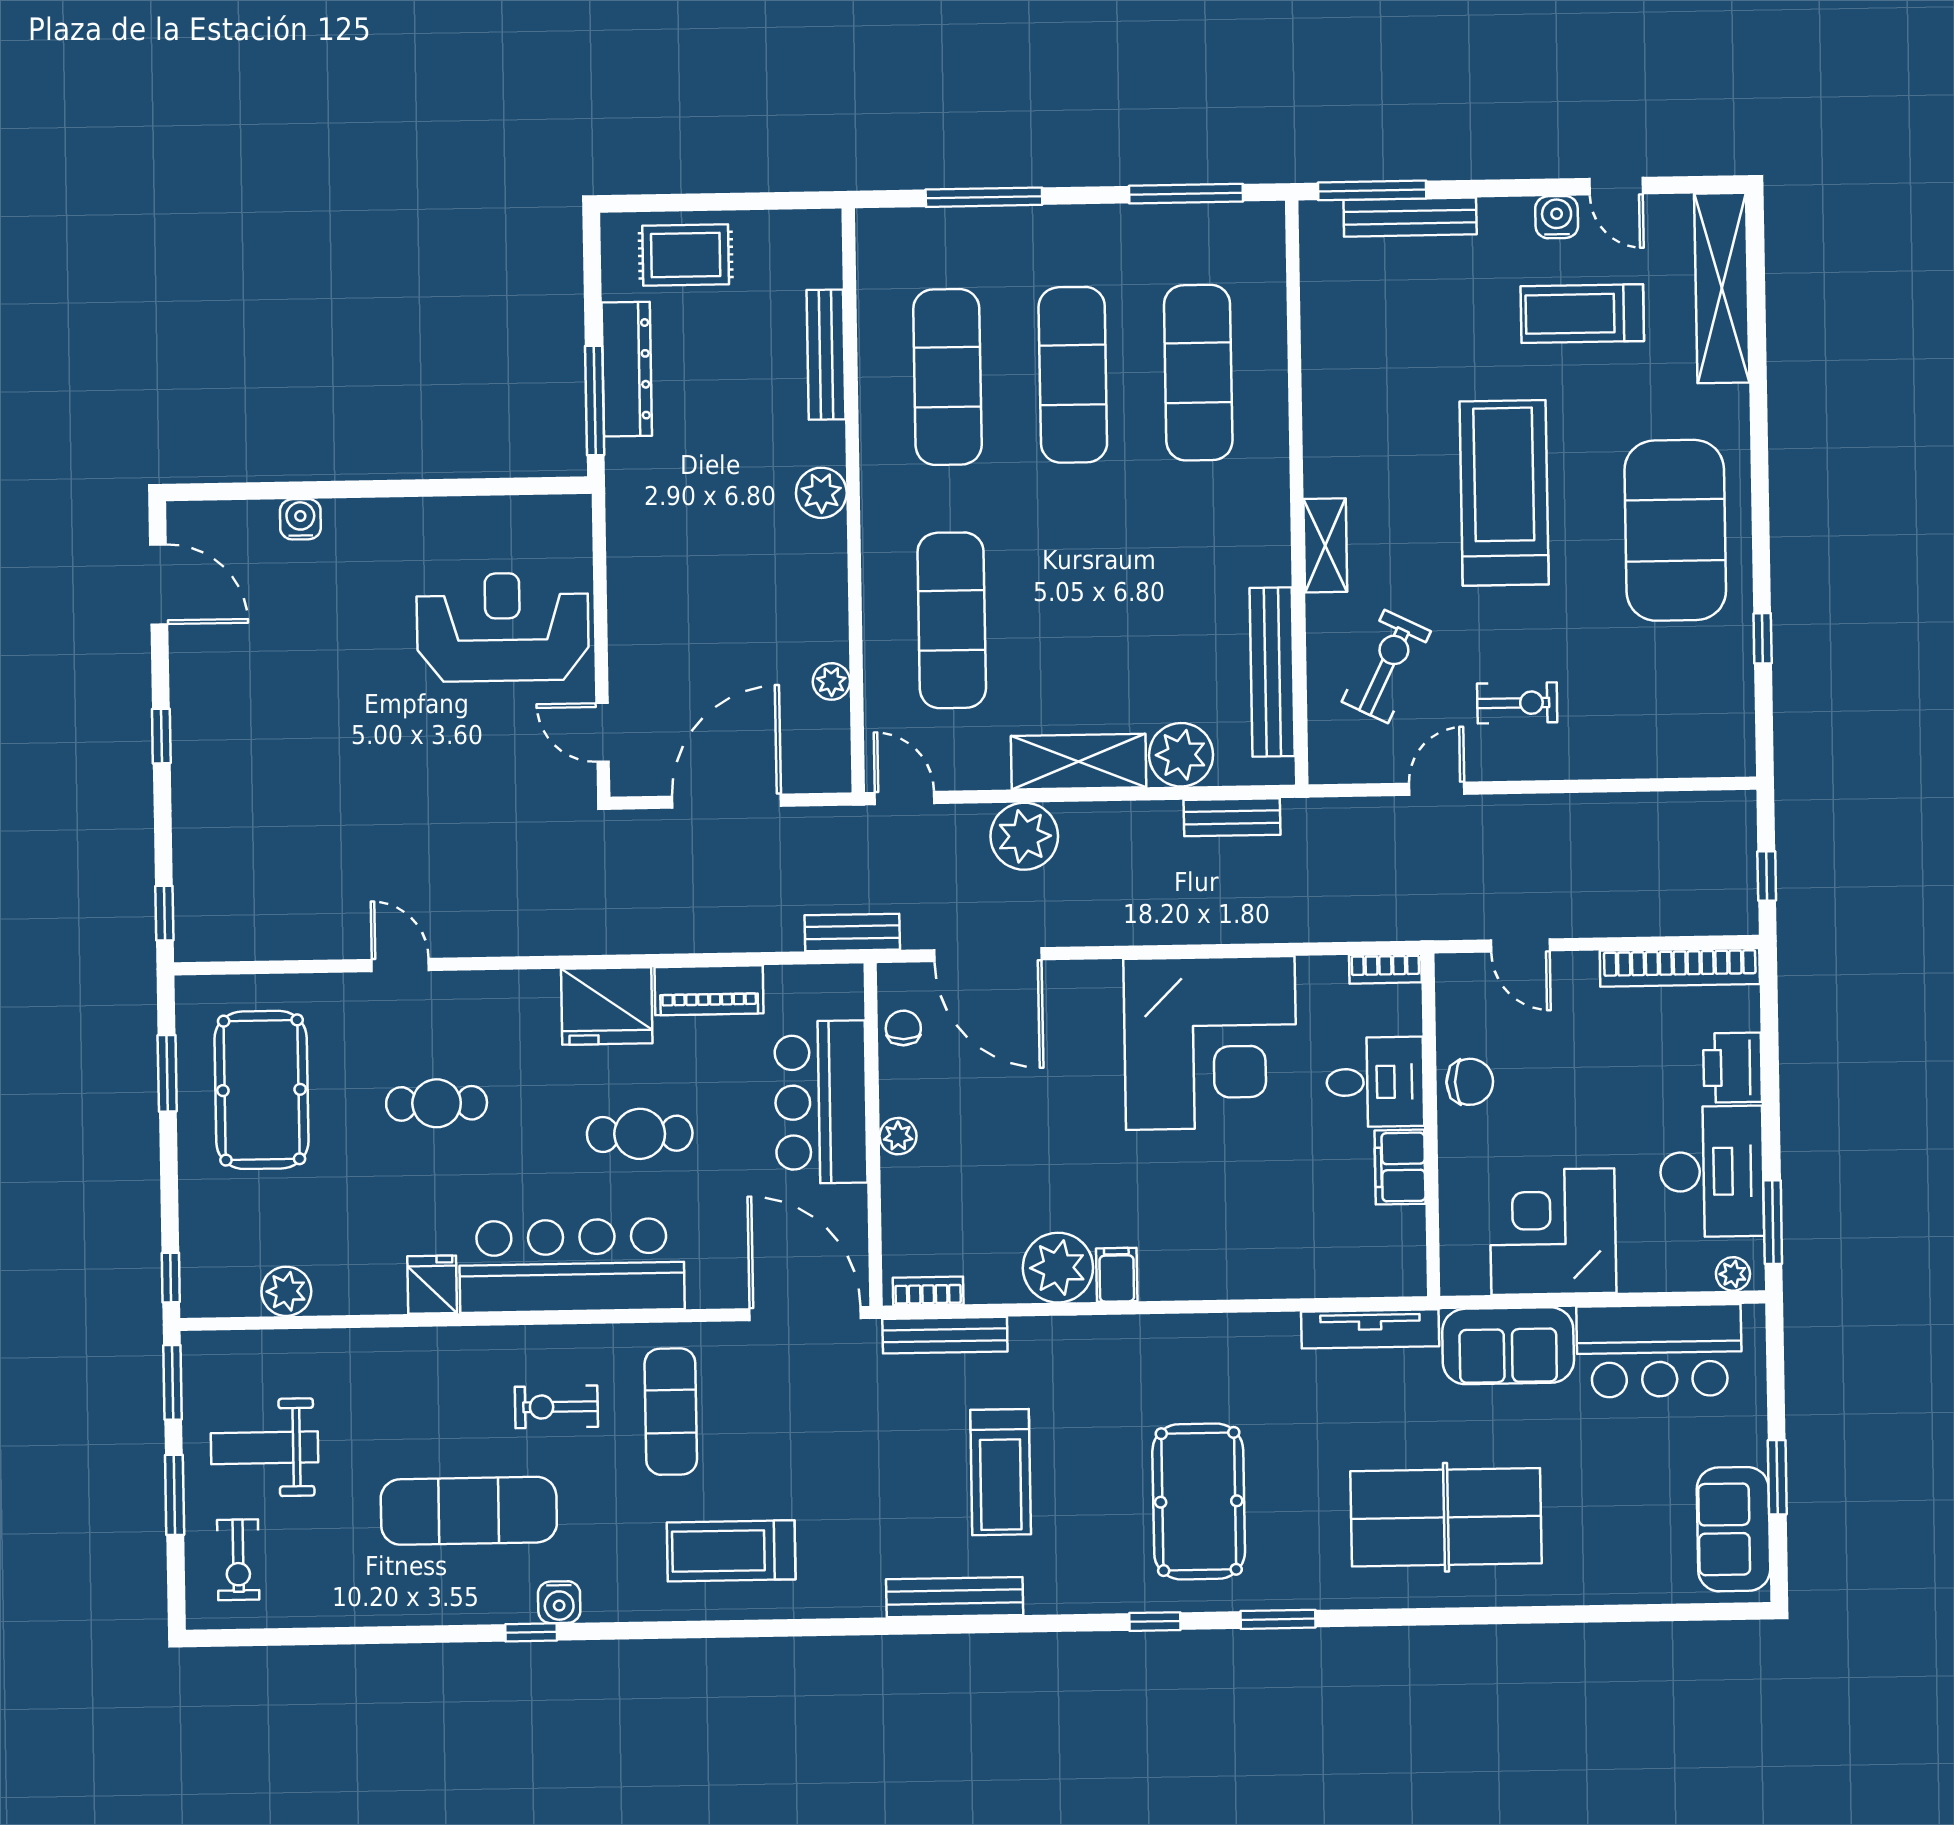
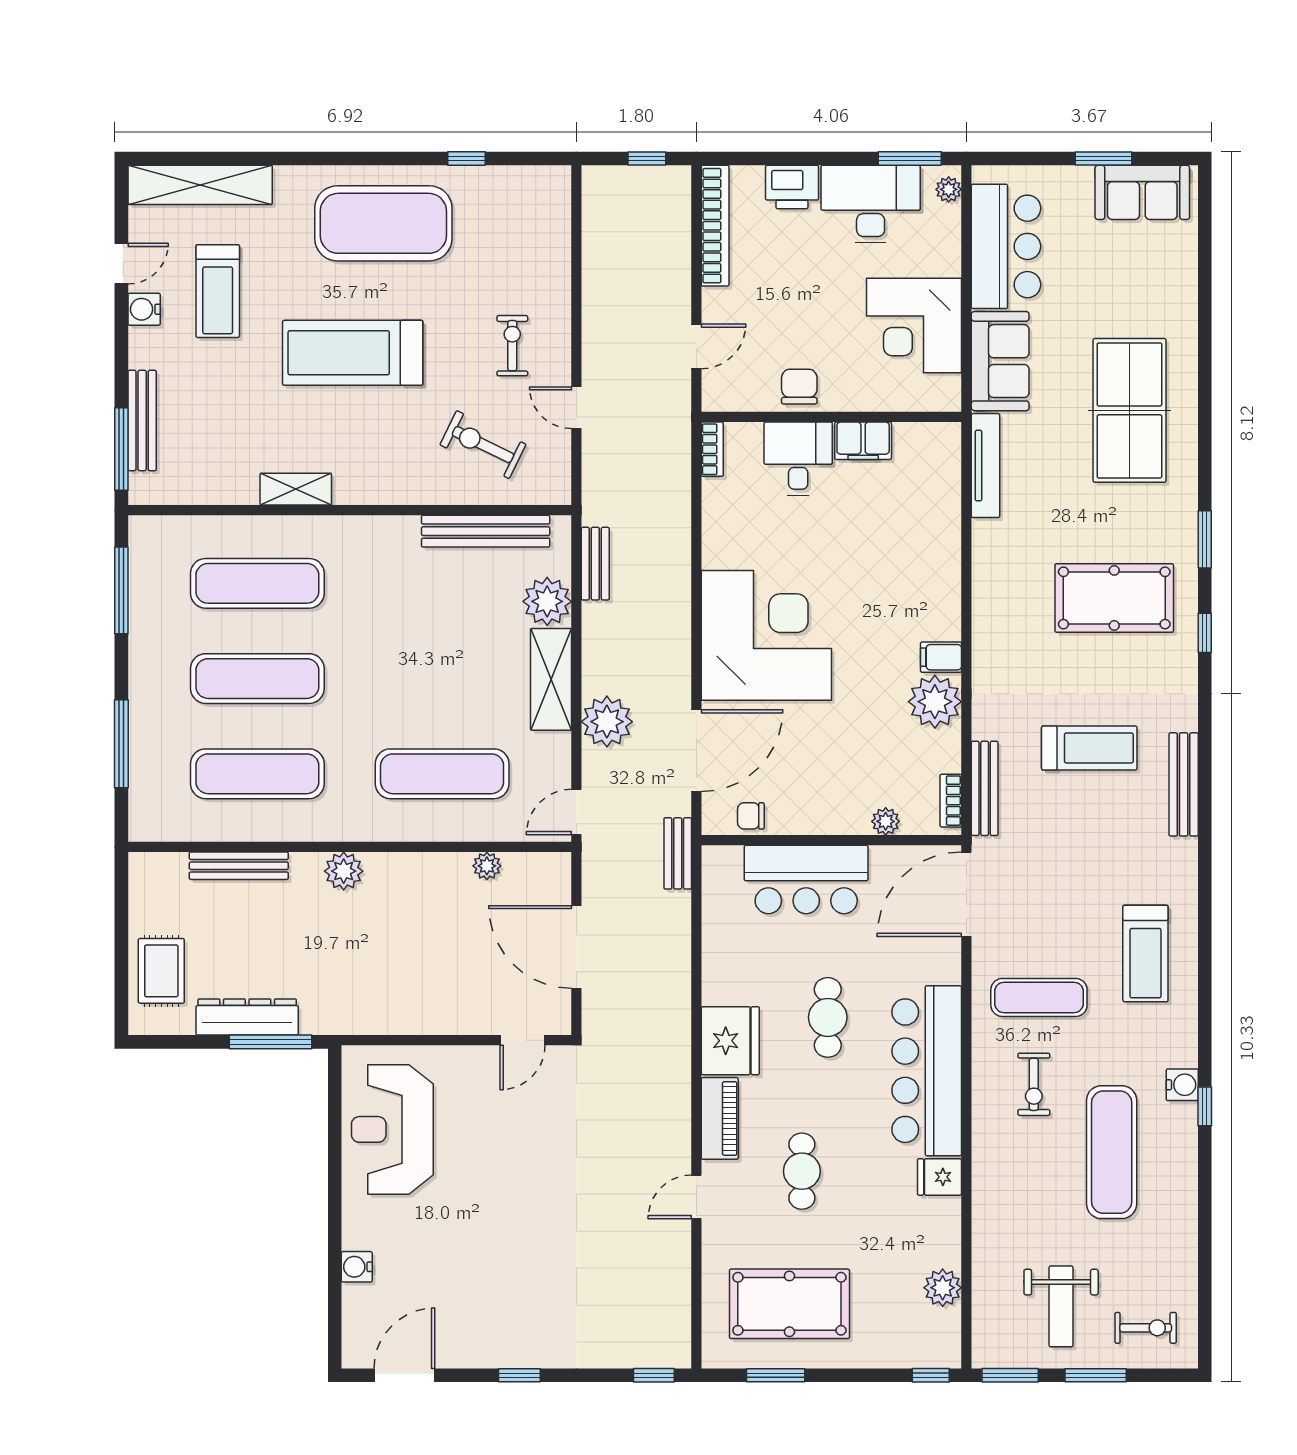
shelving: (1325, 545) -> (296, 489), moved
reception desk: (503, 627) -> (392, 1129), moved
piano: (709, 990) -> (720, 1118), moved
corner desk: (1210, 1043) -> (766, 635), moved
plant: (898, 1136) -> (886, 821), moved

